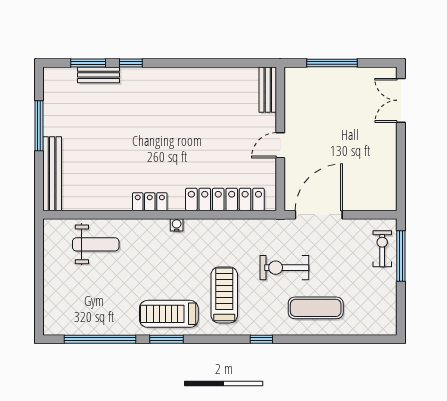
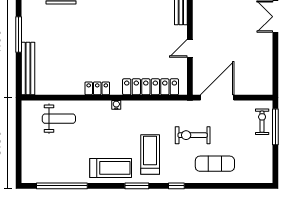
treadmill: (169, 314) -> (111, 168), turned 180
window: (166, 339) -> (137, 186), moved

